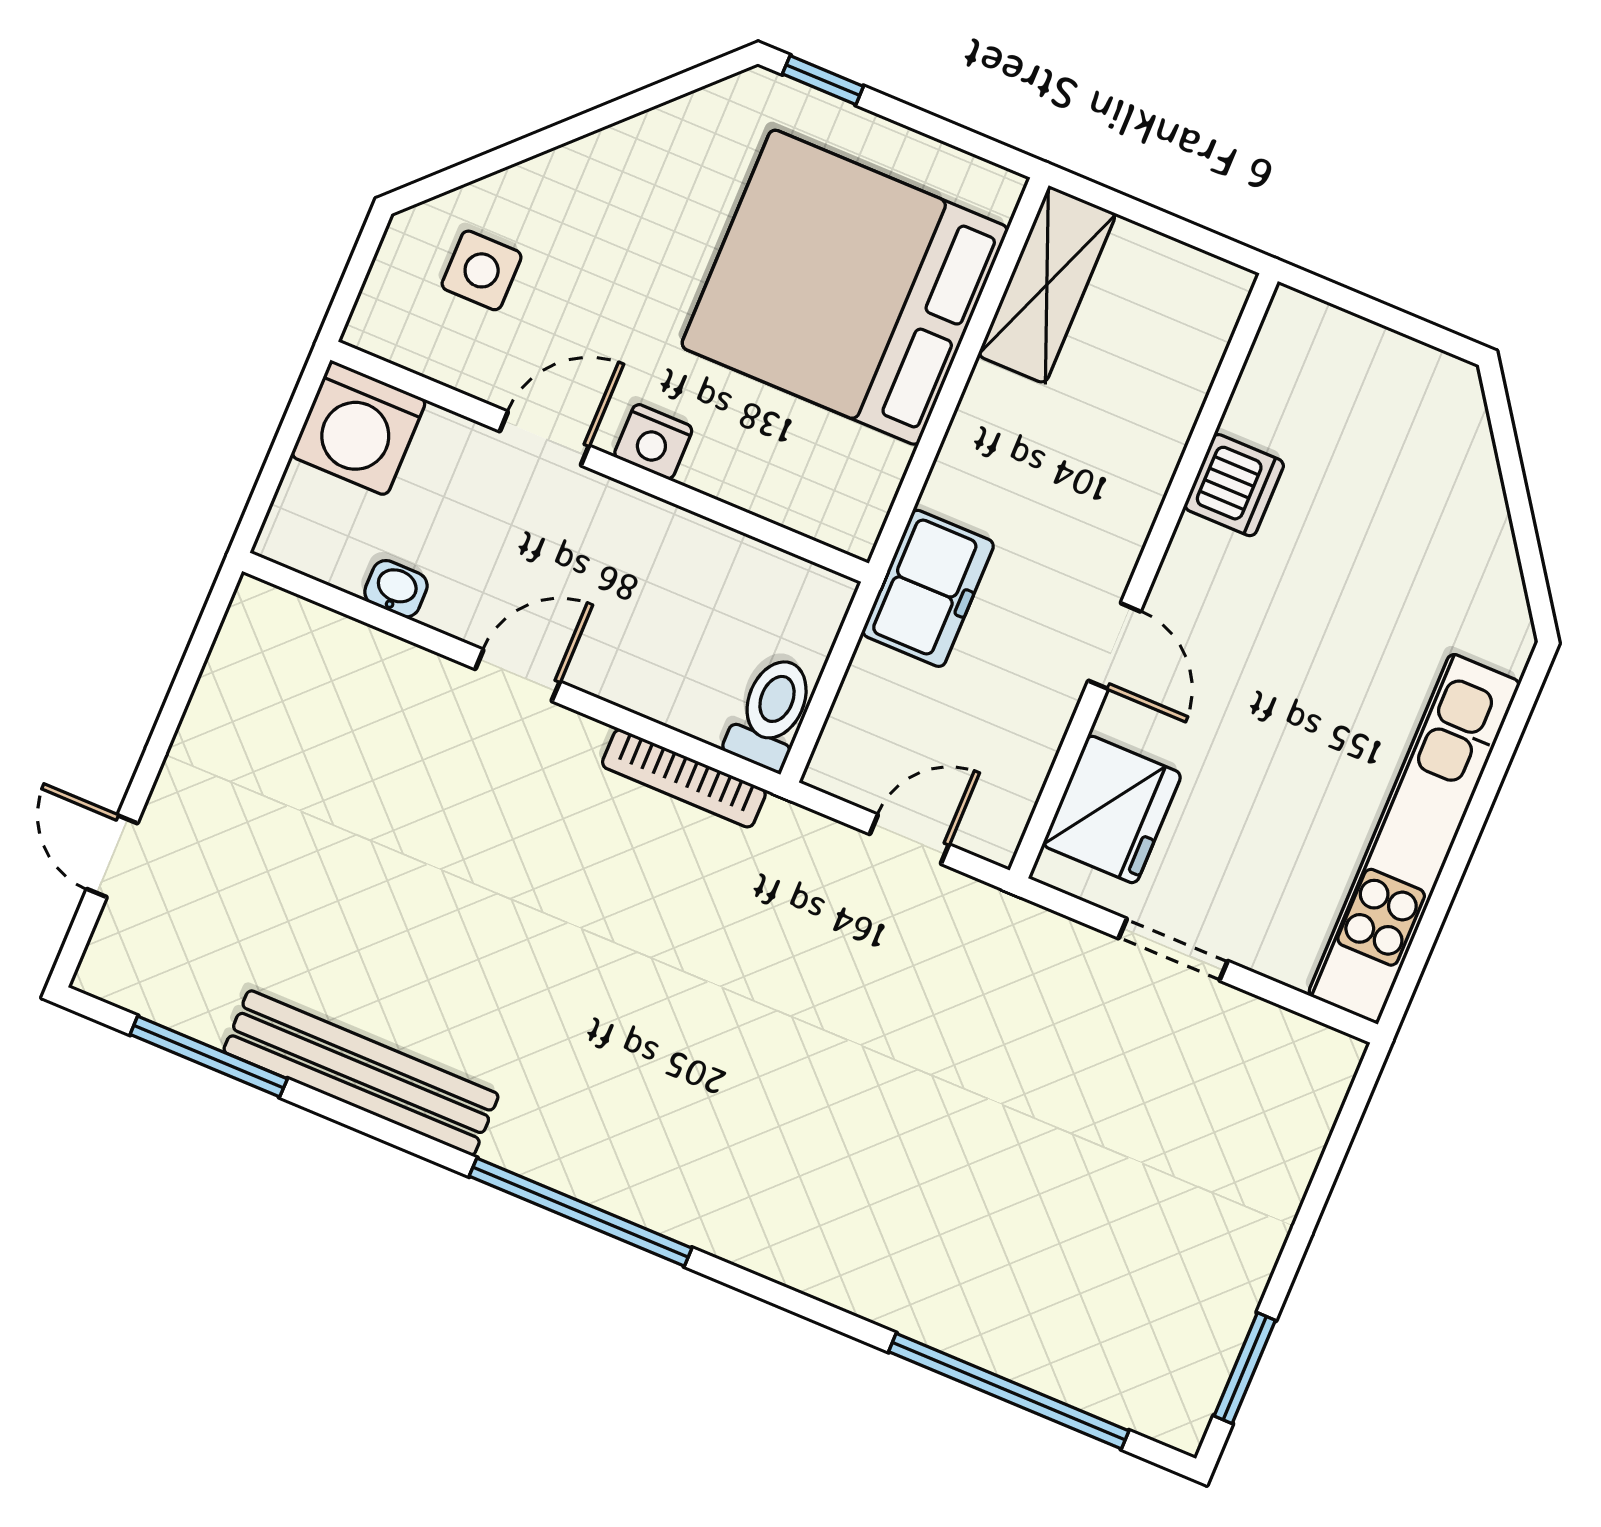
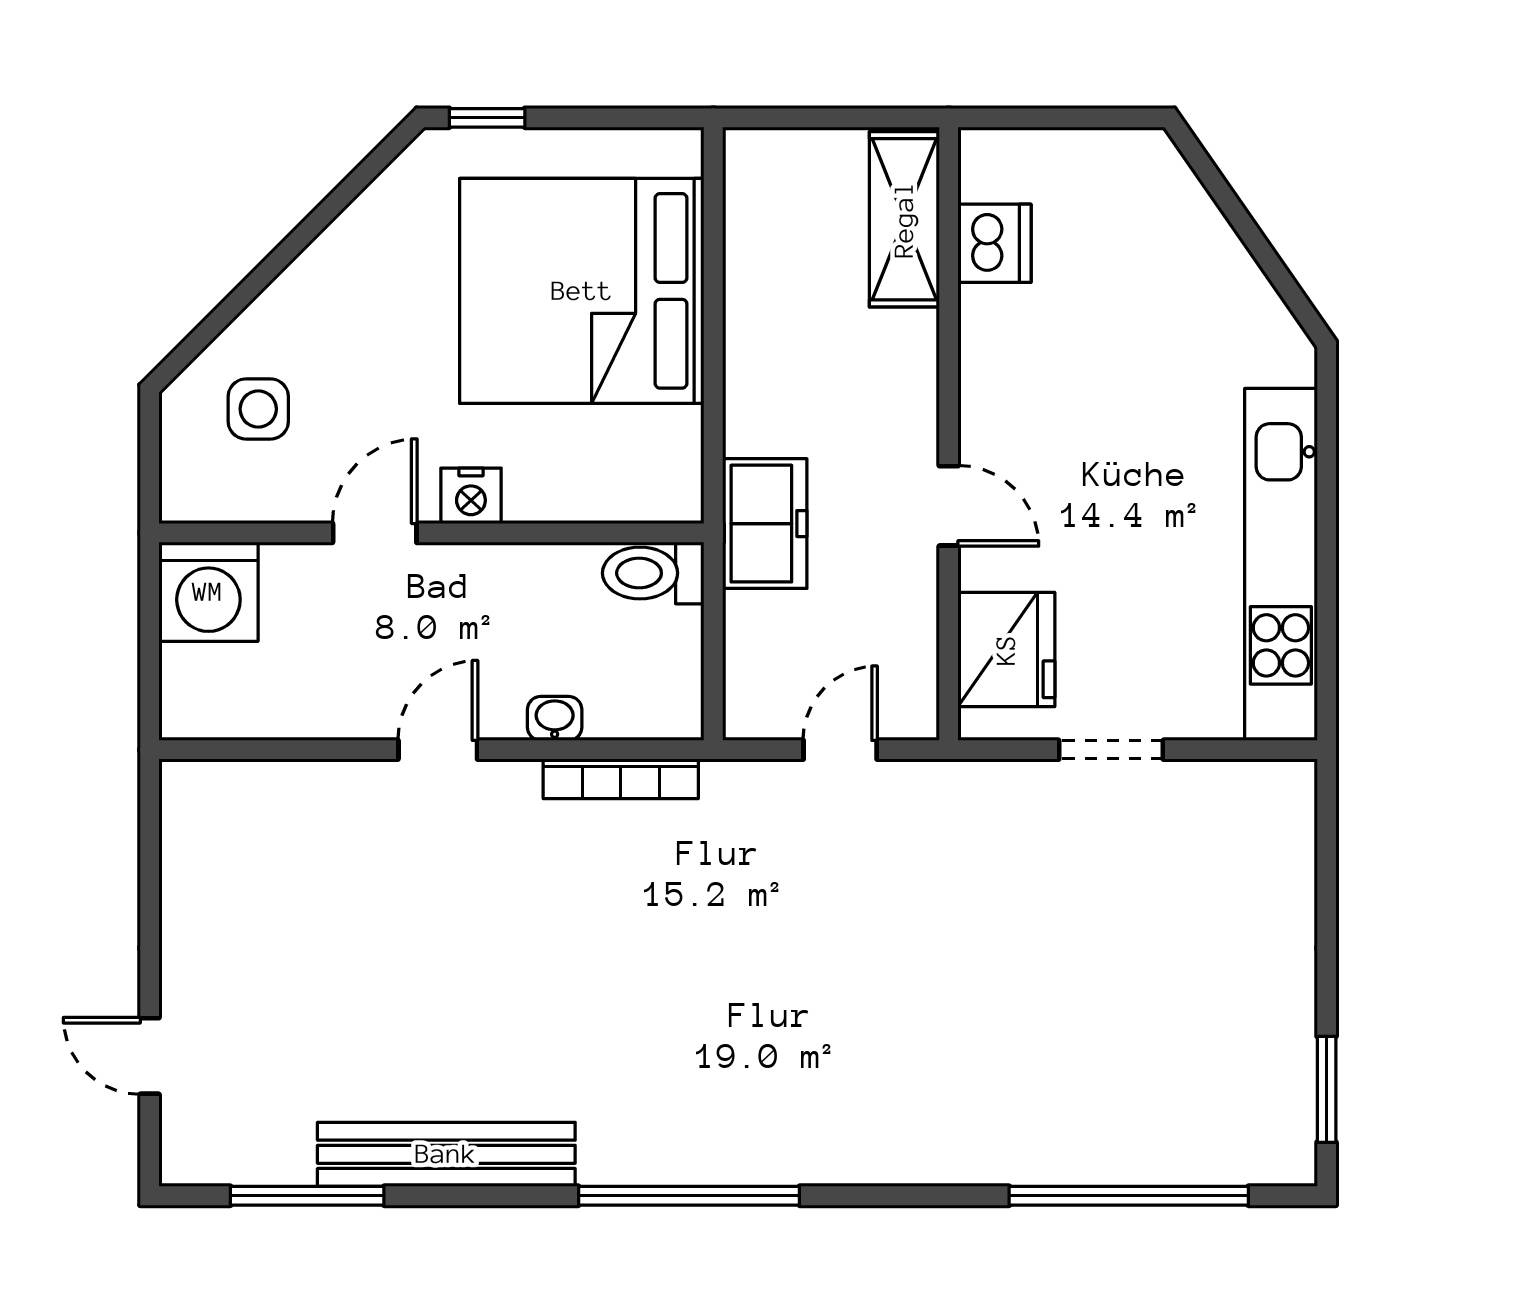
shelving: (1047, 285) -> (904, 219), moved
dishwasher: (1234, 485) -> (995, 243), moved
washbasin: (396, 589) -> (555, 718), moved
toilet: (771, 713) -> (653, 573), moved, turned -90

